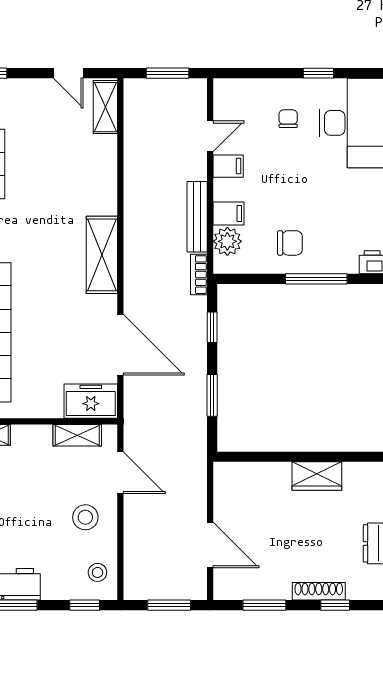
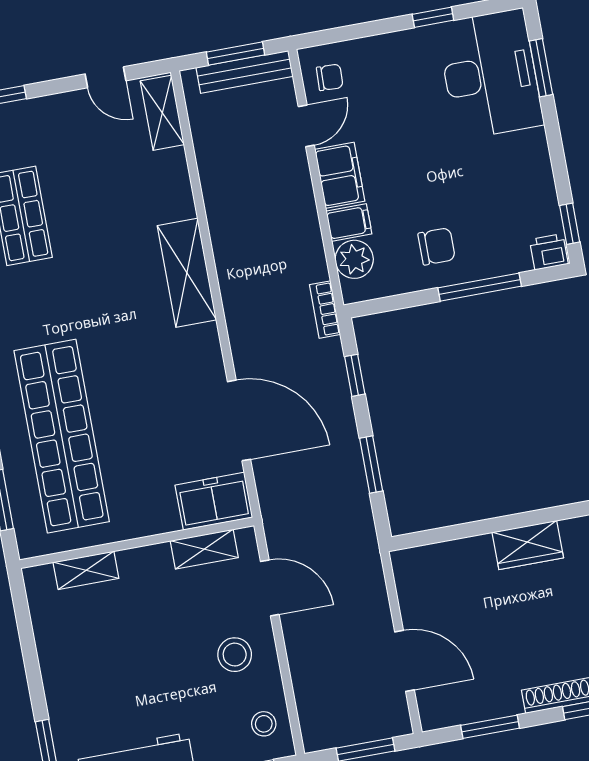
chair: (288, 119) -> (330, 77), moved, turned 92
filing cabinet: (228, 166) -> (340, 175), width x2.00
bench: (197, 217) -> (244, 72), moved, turned 90
shelving: (102, 255) -> (187, 273), moved

